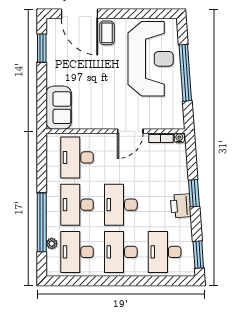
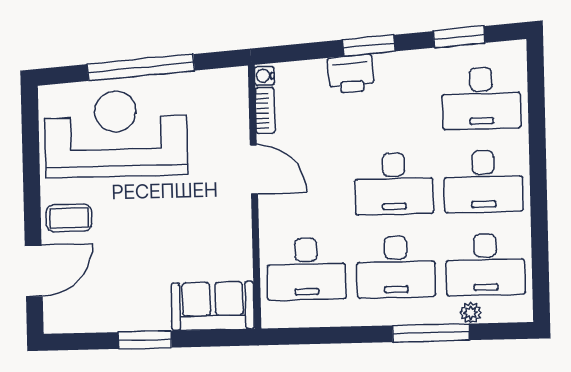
door: (80, 14) -> (34, 271), width x0.73
window: (42, 48) -> (145, 340), moved
printer: (181, 206) -> (351, 74), moved
window: (42, 222) -> (431, 333), width x0.68
window: (198, 255) -> (459, 37), moved

